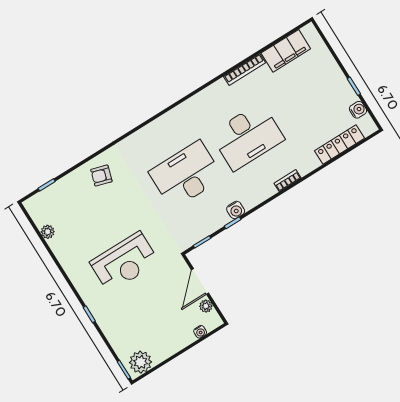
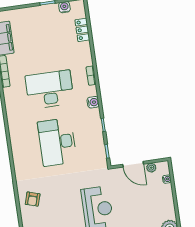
desk: (247, 137) -> (50, 89), turned -90
locker: (340, 145) -> (82, 30), width x0.66
water cooler: (236, 210) -> (93, 102), moved

